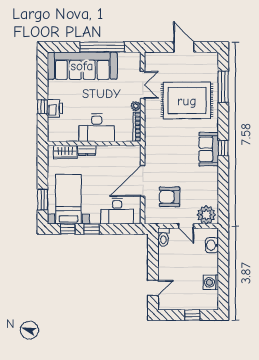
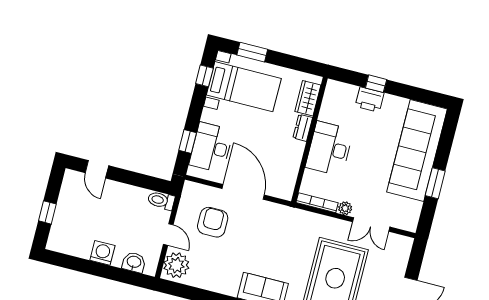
window: (102, 47) -> (435, 183), width x0.47
door: (186, 226) -> (168, 234), swing flipped
window: (92, 229) -> (188, 142), moved
washing machine: (211, 282) -> (102, 253), moved

